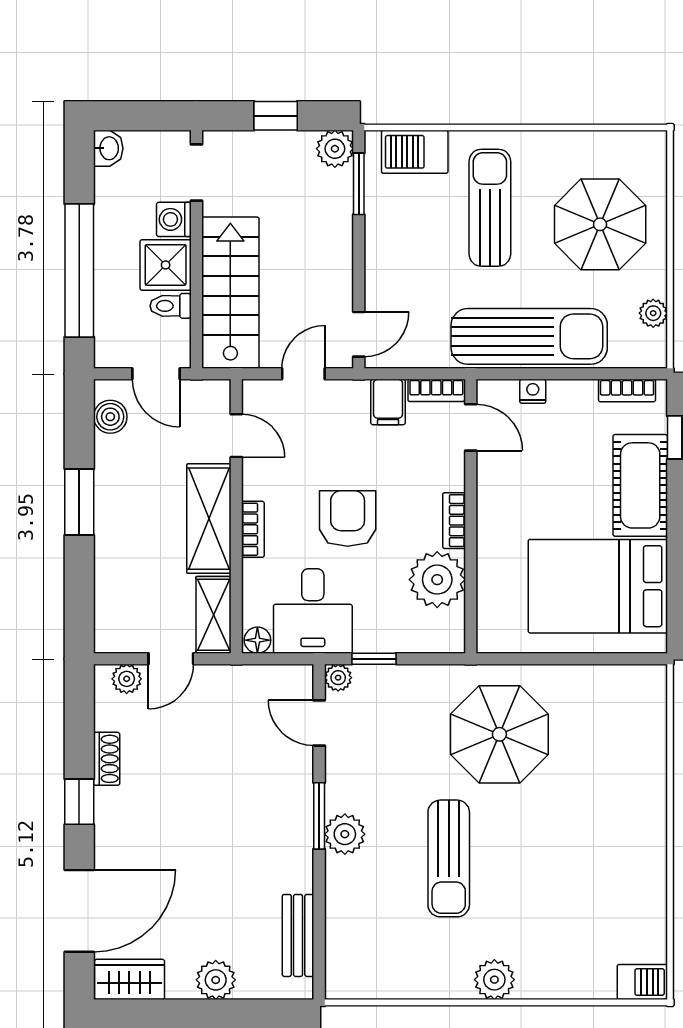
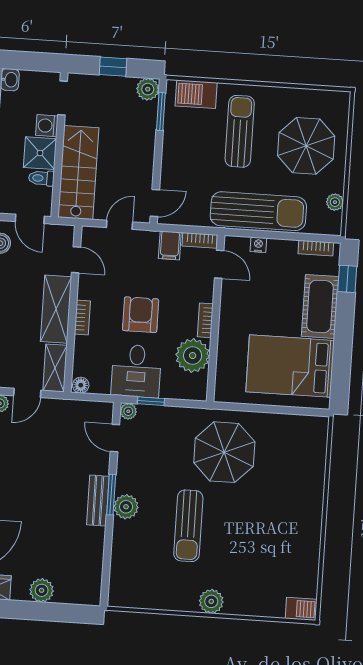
desk: (313, 611) -> (136, 371), moved
bench: (298, 935) -> (98, 501), moved

